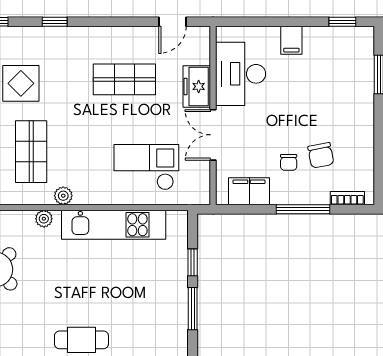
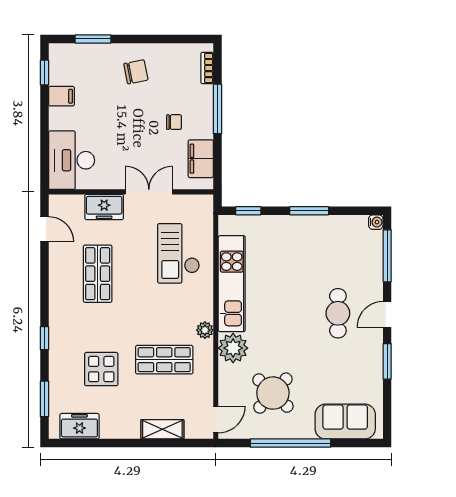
filing cabinet: (291, 40) -> (61, 96), moved
desk: (241, 74) -> (72, 160), moved, turned 90
double door: (213, 135) -> (149, 192), swing flipped
chair: (321, 155) -> (136, 72), moved
plant: (44, 219) -> (233, 348), width x1.88, depth x1.88
window: (193, 262) -> (248, 211), moved

